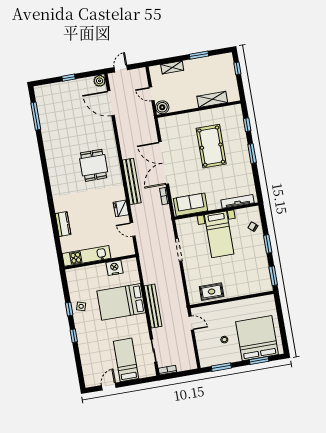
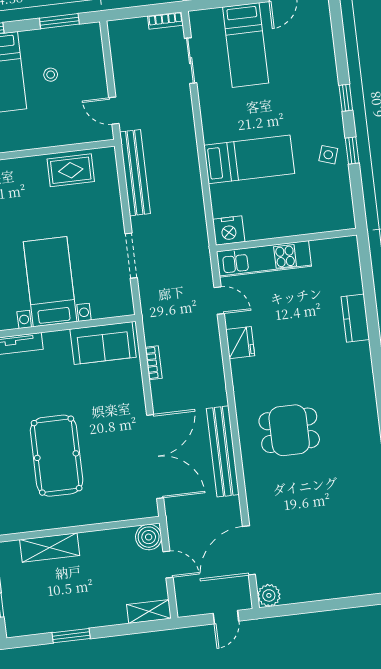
shelving: (172, 67) -> (149, 611), moved
window: (68, 78) -> (330, 605), removed
door: (111, 103) -> (249, 550), swing flipped
double door: (164, 163) -> (155, 456), moved
dining table: (94, 165) -> (289, 430), turned 90
bench: (132, 181) -> (223, 451), moved
kitchen unit: (86, 256) -> (264, 259), moved
nightstand: (115, 268) -> (229, 231), moved
bed: (121, 302) -> (249, 159), width x0.67
bench: (153, 306) -> (135, 173), moved

